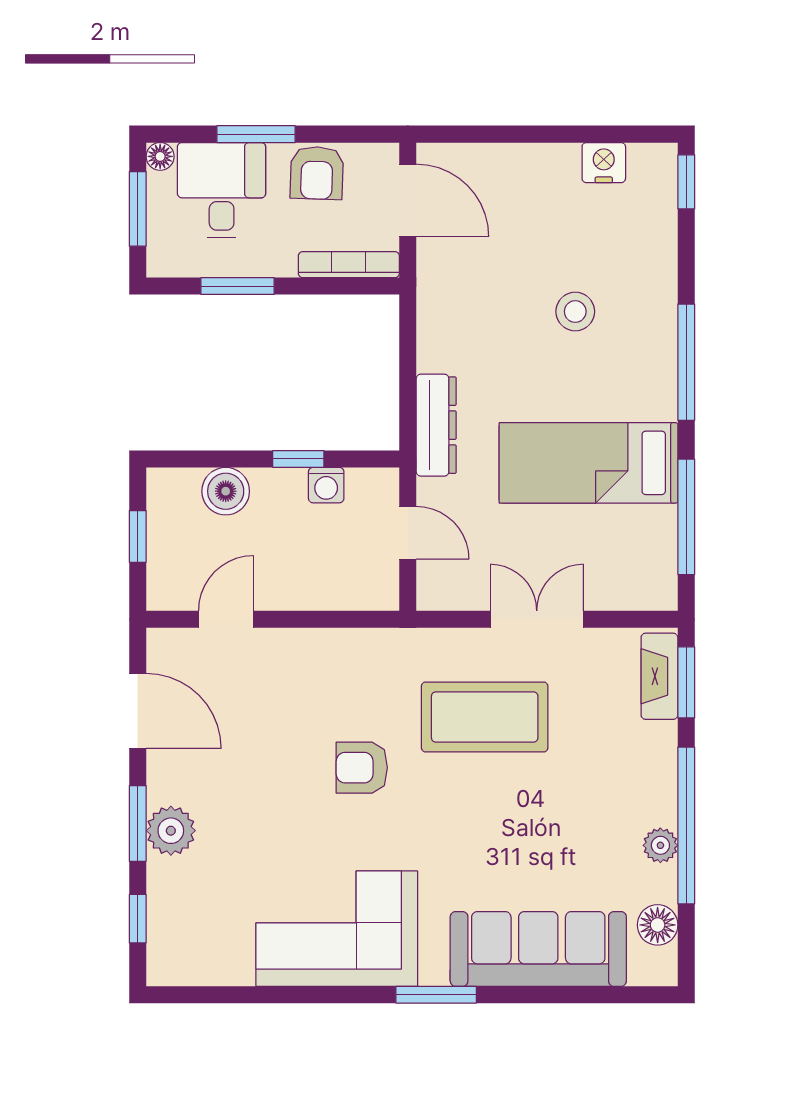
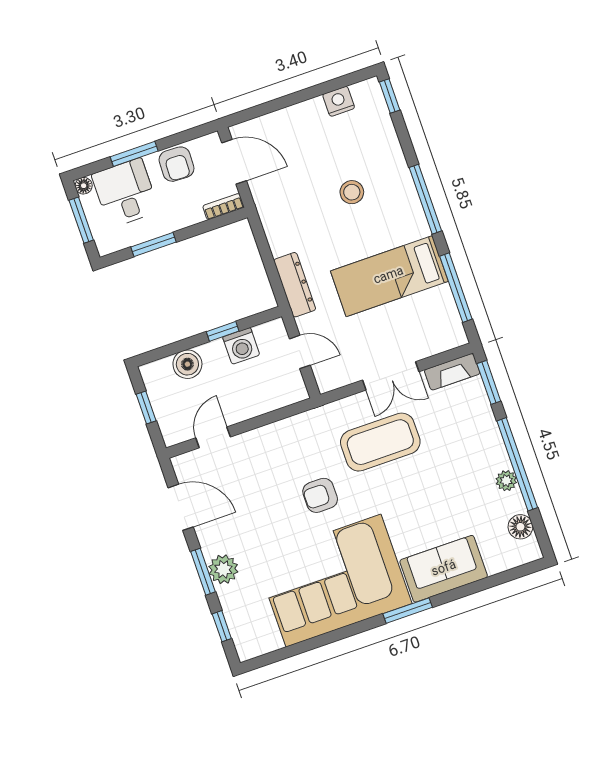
bookcase: (349, 265) -> (223, 207), width x0.64
washing machine: (326, 485) -> (241, 346), width x1.38, depth x1.38
double door: (537, 619) -> (391, 376), swing flipped
fireplace: (659, 676) -> (452, 372), moved, turned -90
corner sofa: (337, 929) -> (334, 581), width x1.36, depth x1.36
sofa: (538, 949) -> (444, 569), width x0.73

